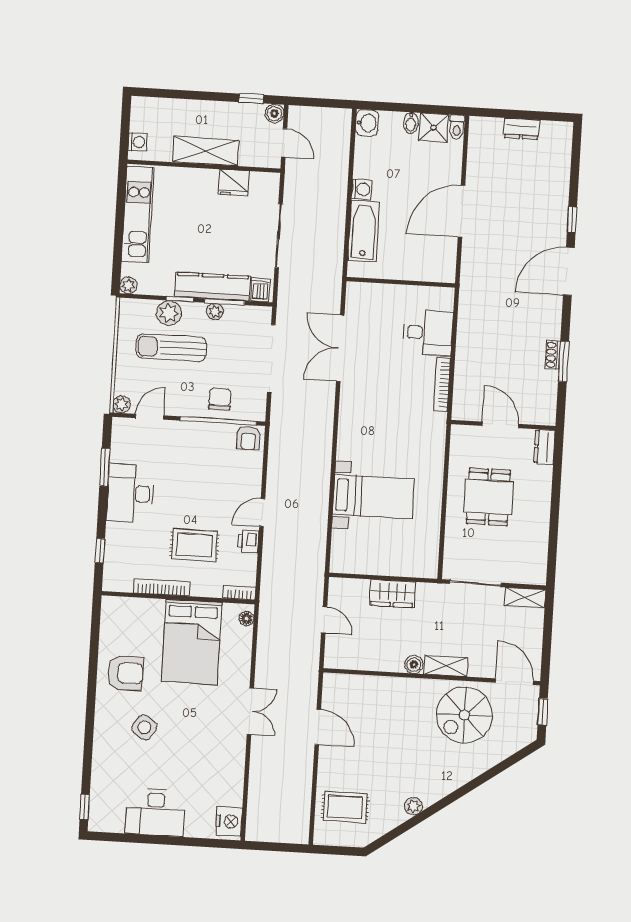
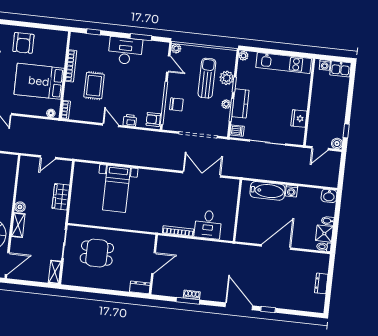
kitchen sink: (143, 114) -> (341, 69), added
shelving: (206, 151) -> (318, 103), removed
door: (461, 211) -> (276, 247), hinge flipped
kitchen counter: (212, 286) -> (240, 103), width x0.67
dining table: (488, 497) -> (97, 253), moved
printer: (248, 541) -> (130, 120), moved

